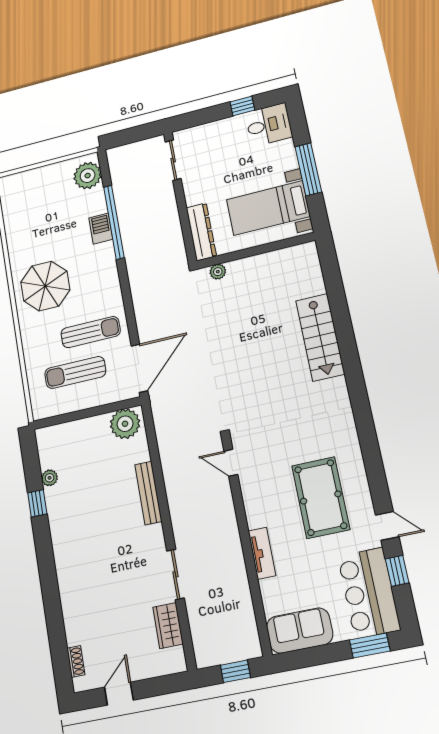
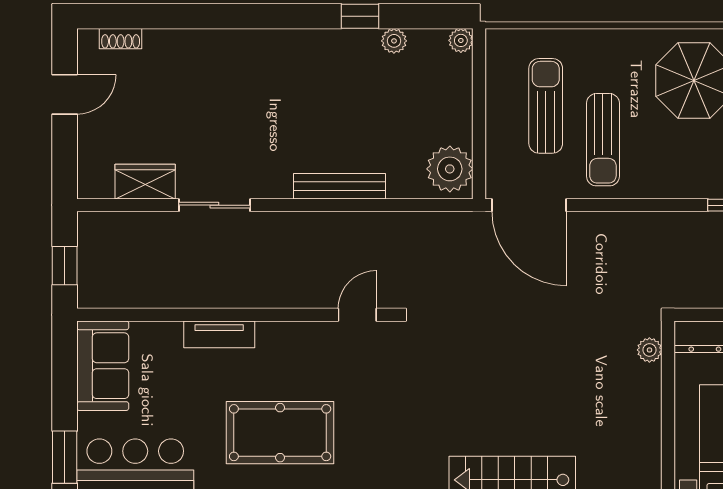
plant: (43, 435) -> (461, 40), added
door: (119, 694) -> (65, 94), hinge flipped

